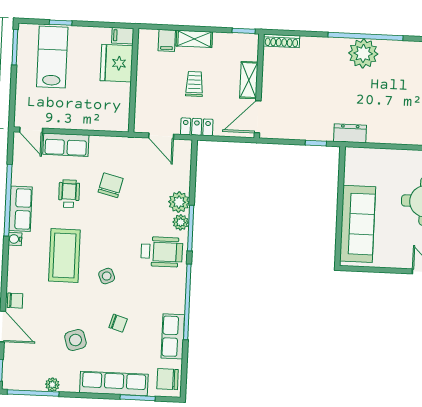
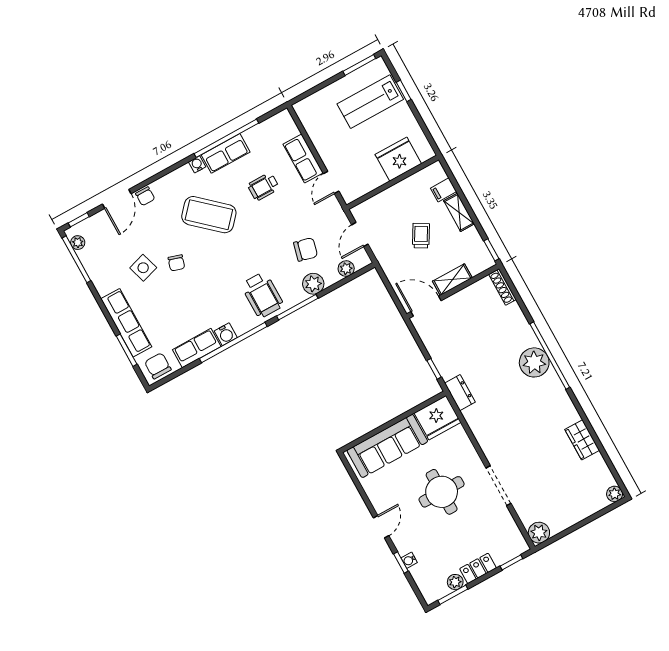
filing cabinet: (123, 36) -> (425, 150), removed
lab bench: (52, 57) -> (370, 102), turned 180
trolley: (194, 84) -> (421, 236), turned -60
locker: (197, 127) -> (386, 260), removed
door: (31, 130) -> (331, 182), moved
fridge: (360, 166) -> (437, 418), added
chair: (111, 185) -> (306, 249), moved
wheelchair: (69, 194) -> (263, 187), turned 180
plant: (181, 222) -> (346, 269), moved
coffee table: (64, 255) -> (209, 215), turned 42
side table: (107, 276) -> (213, 261), removed
water cooler: (176, 304) -> (226, 334), added
chair: (118, 323) -> (176, 263), moved
plant: (52, 385) -> (78, 243), moved

